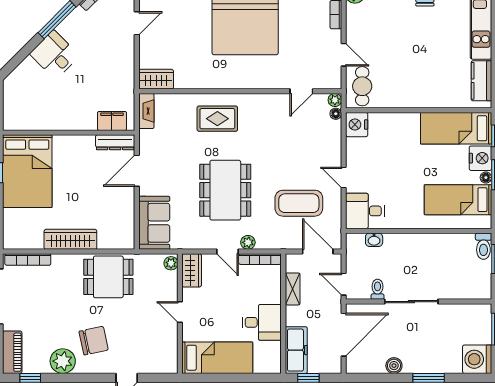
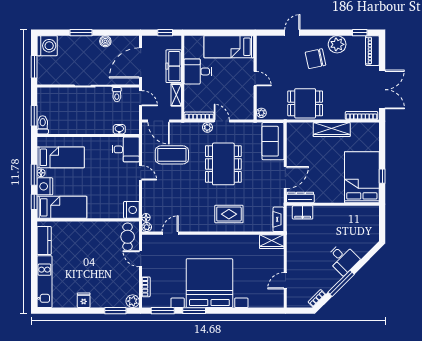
wardrobe: (192, 270) -> (247, 108), removed
freezer: (296, 350) -> (174, 66), moved

